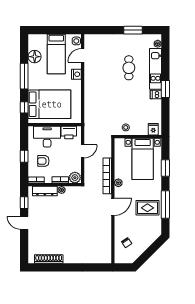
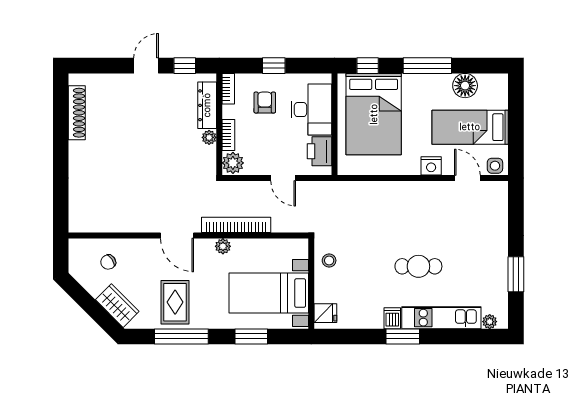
cafe table: (129, 68) -> (418, 266), moved
wardrobe: (149, 238) -> (117, 306), added

